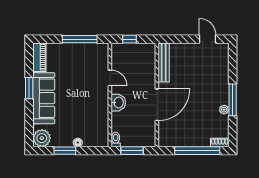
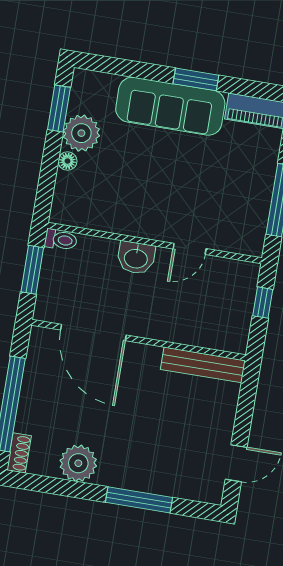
window: (233, 100) -> (139, 500), moved
door: (157, 105) -> (93, 332), moved
plant: (224, 110) -> (78, 463), width x1.87, depth x1.87
plant: (42, 138) -> (81, 133), moved
window: (65, 151) -> (59, 109), moved

